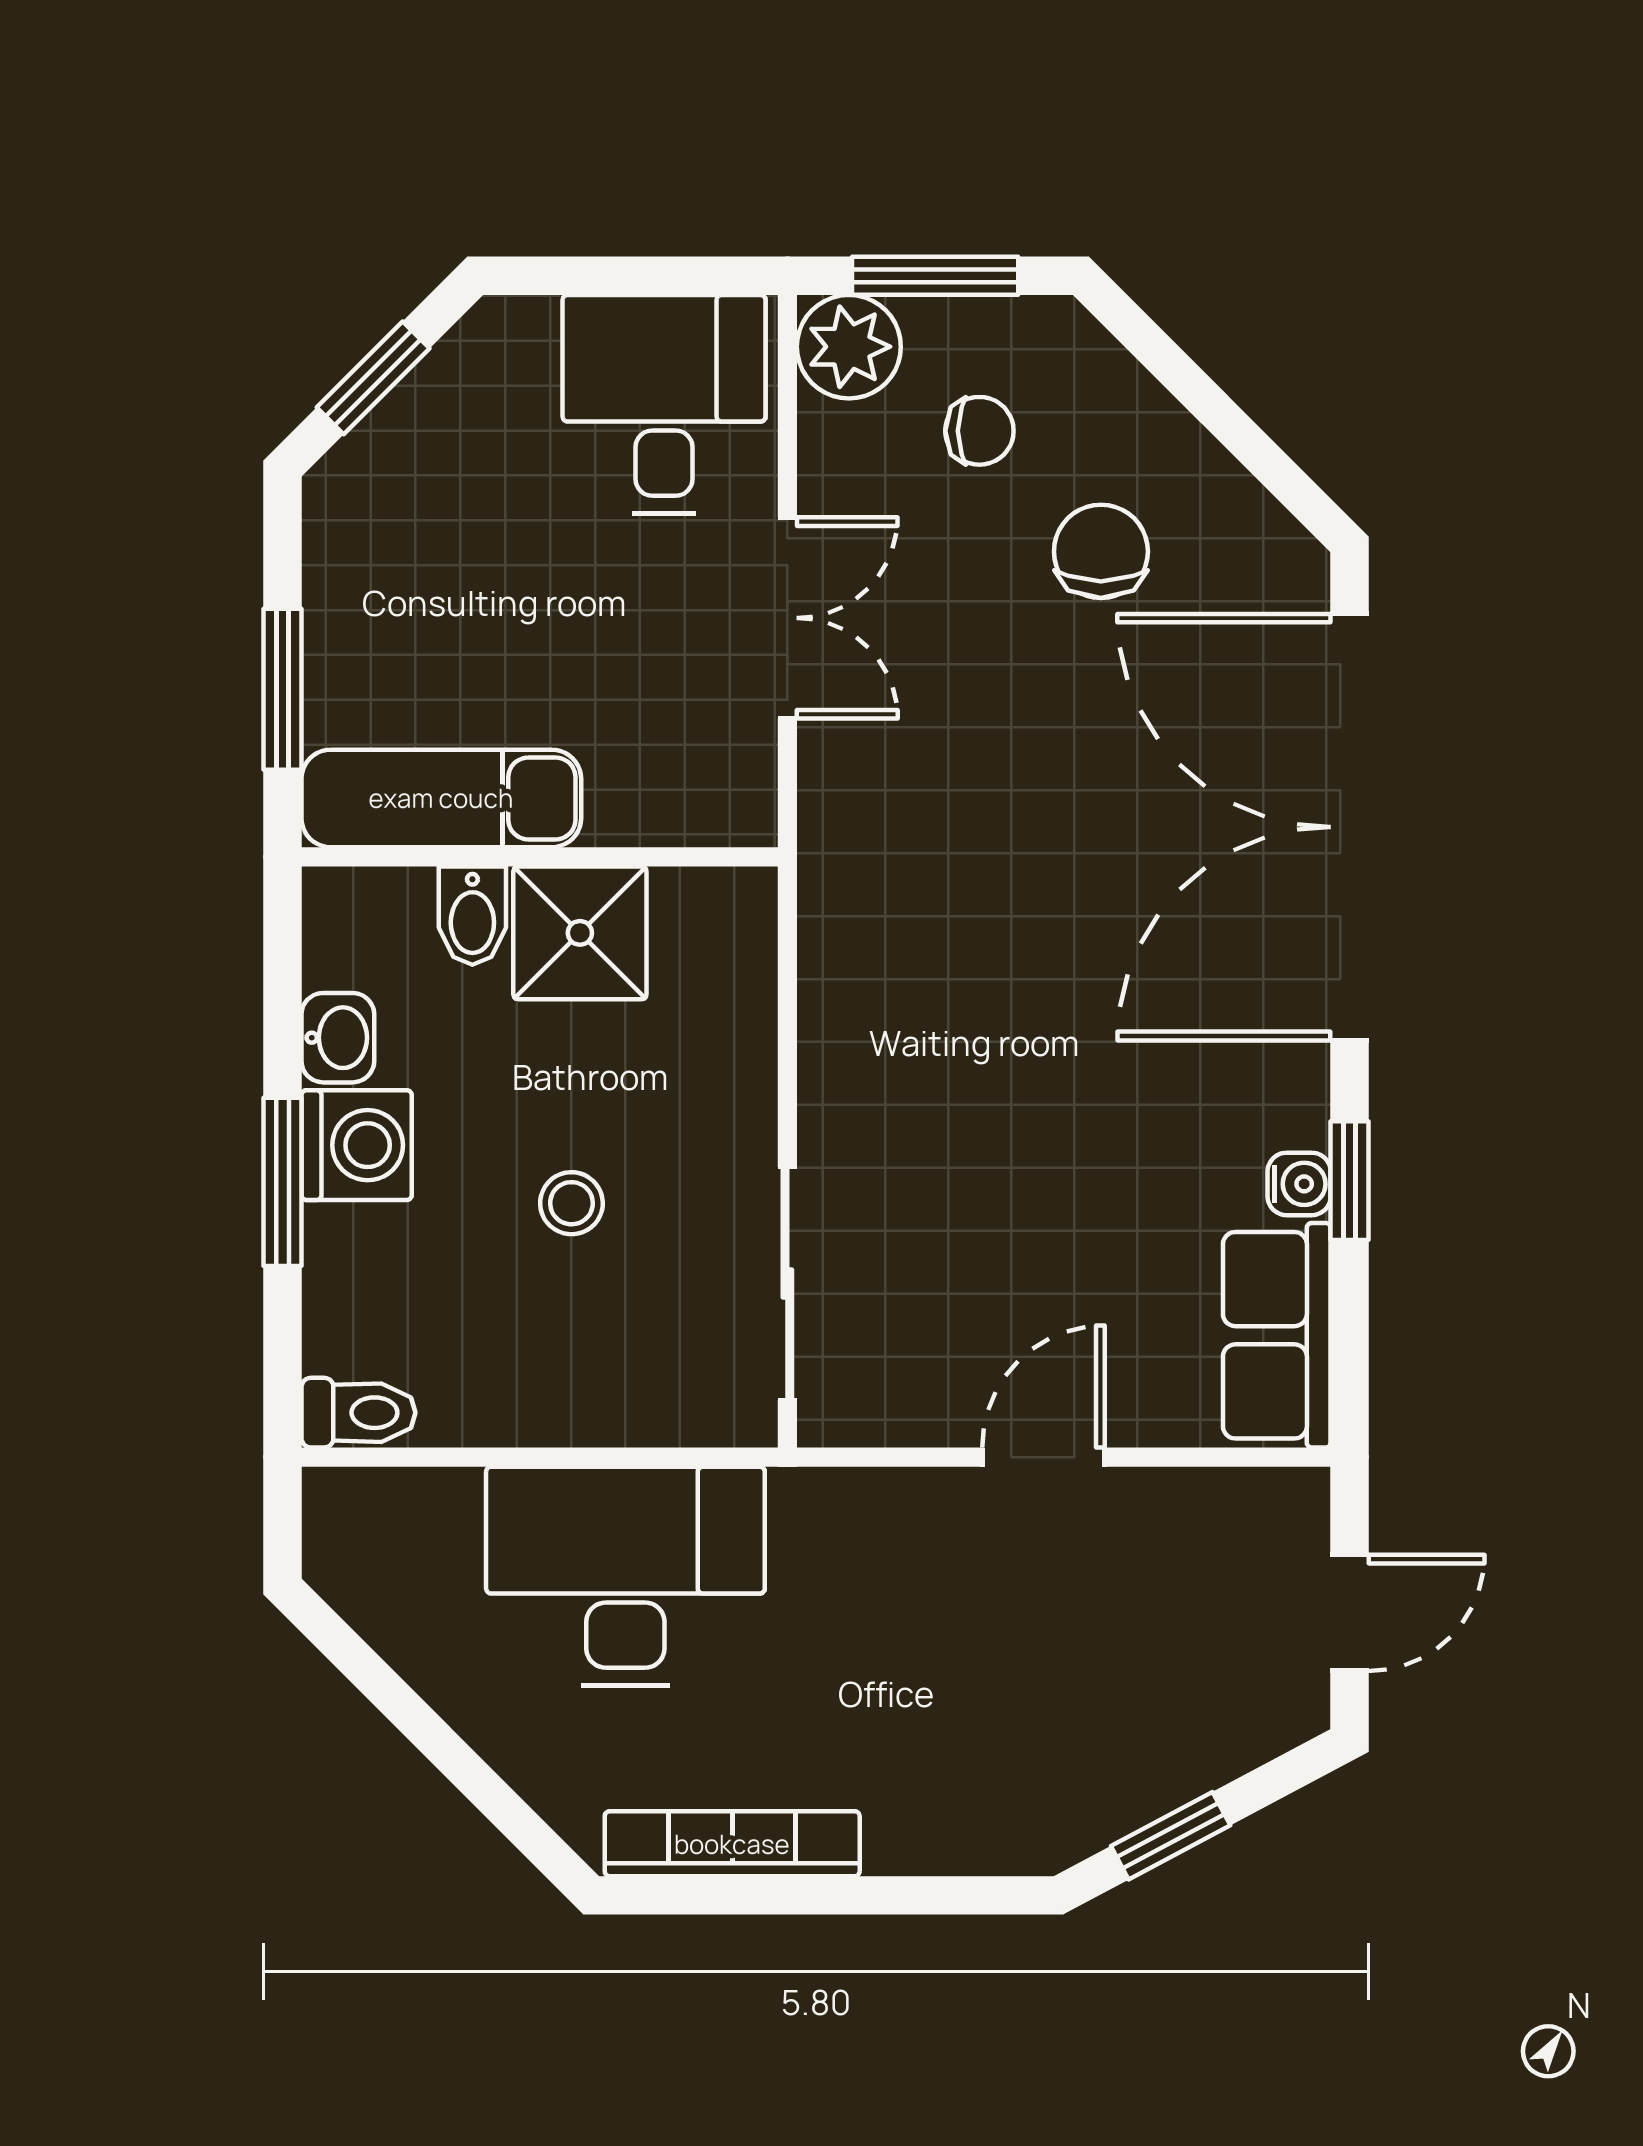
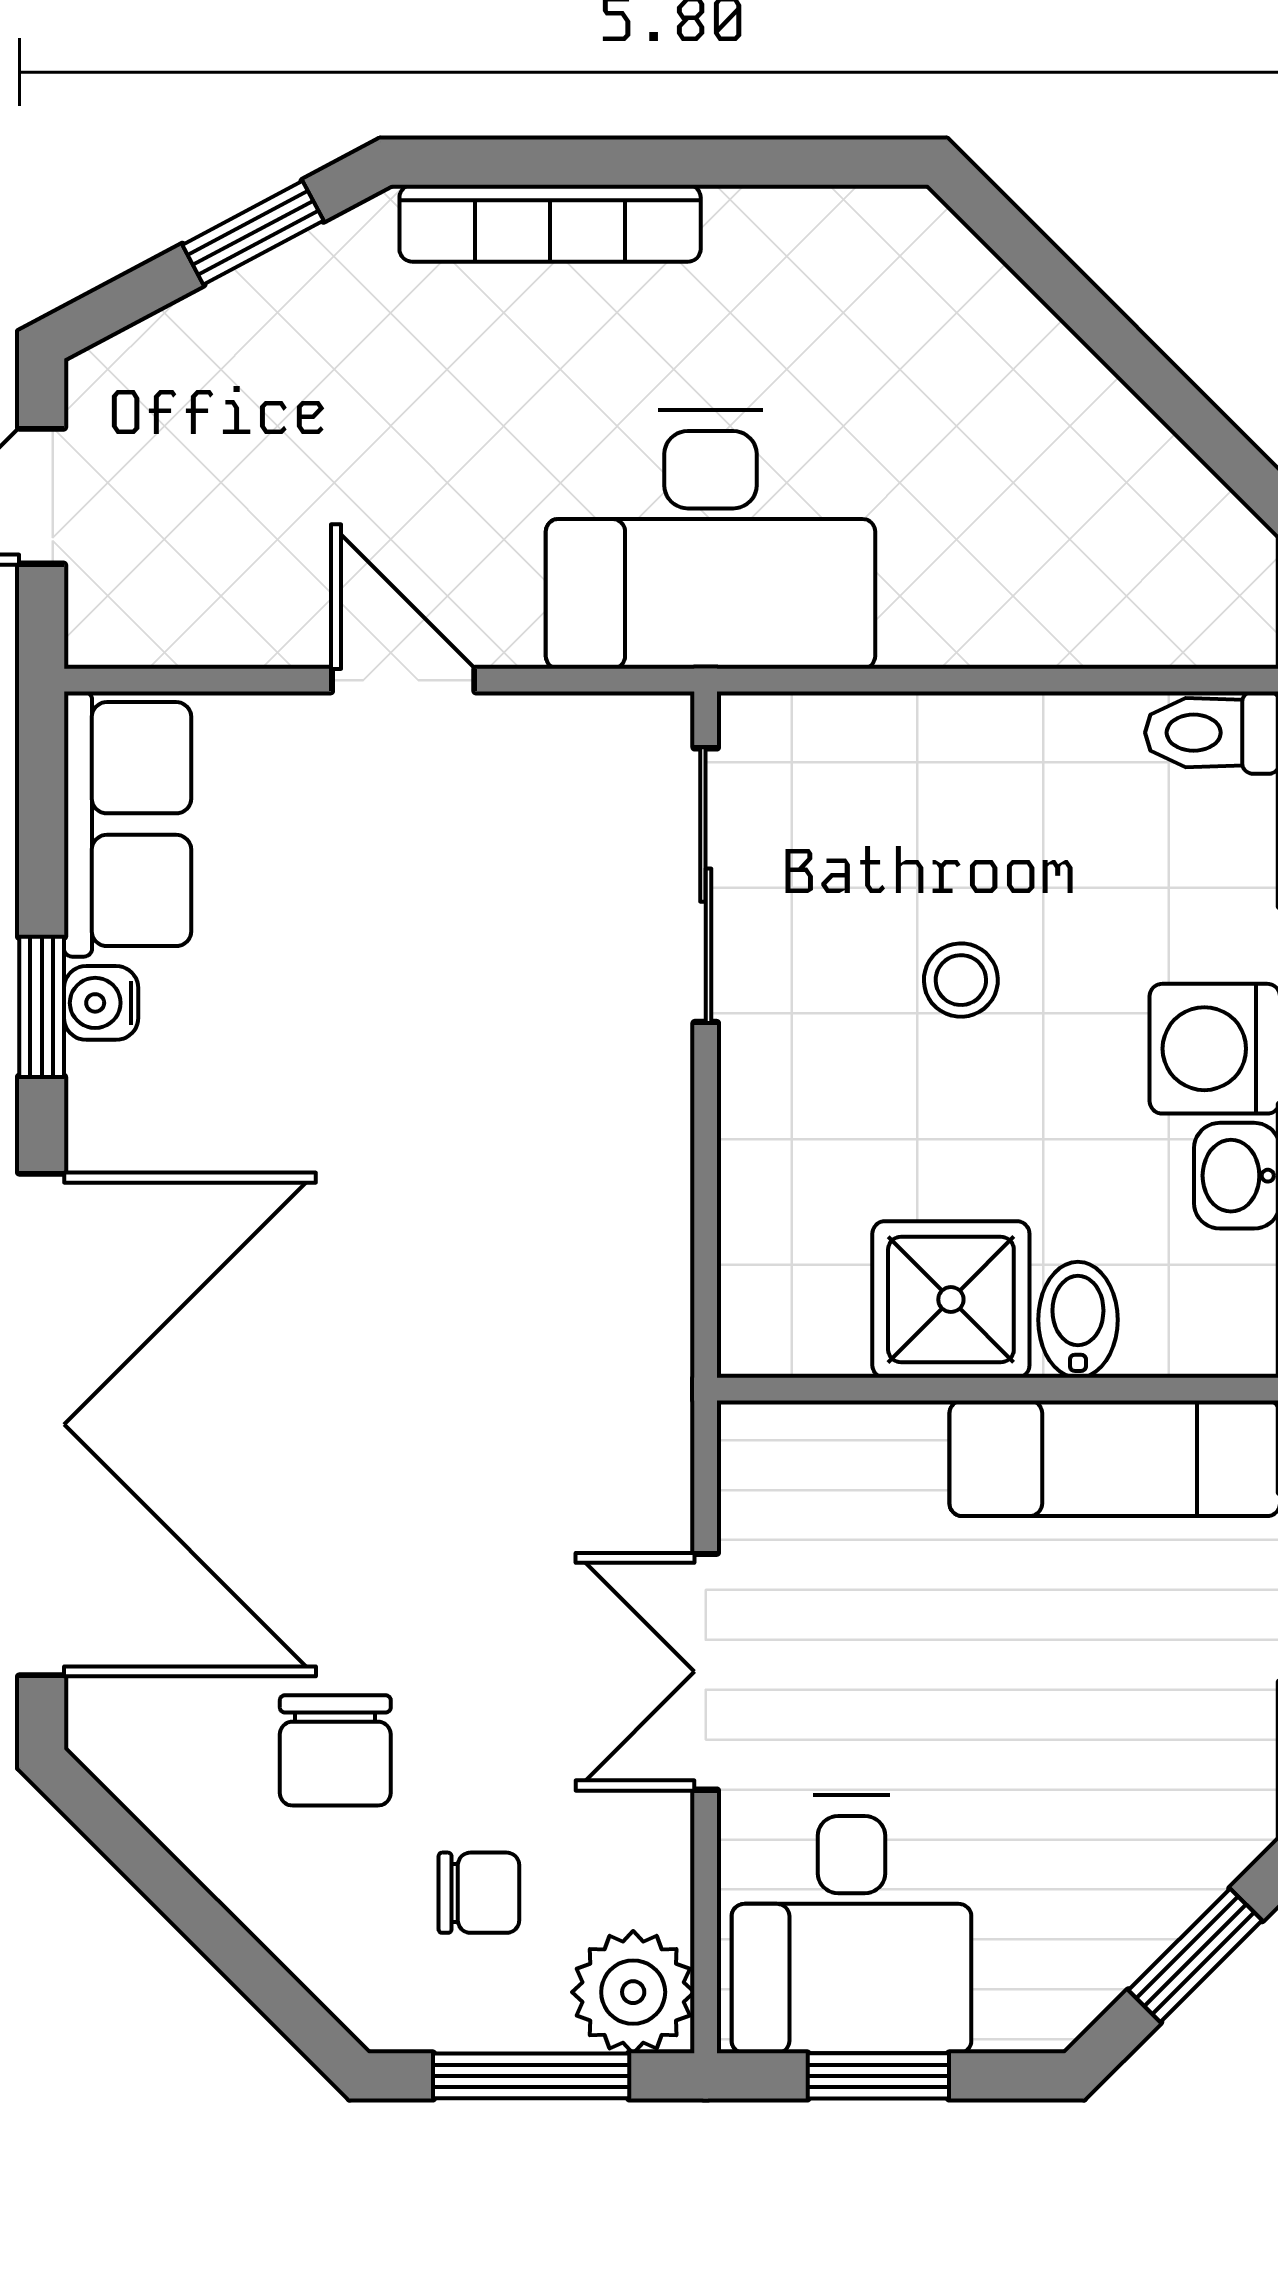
window: (641, 276) -> (878, 2076), added
chair: (979, 431) -> (479, 1893), turned 180
door: (1043, 1457) -> (403, 680), swing flipped
desk: (625, 1576) -> (710, 540), moved
bookcase: (732, 1844) -> (550, 223), moved

